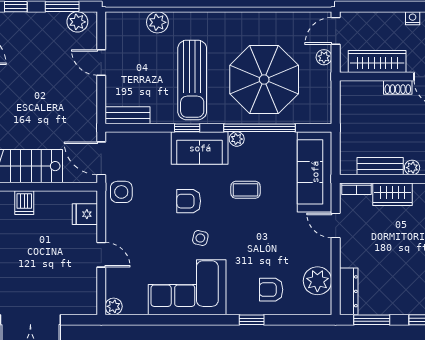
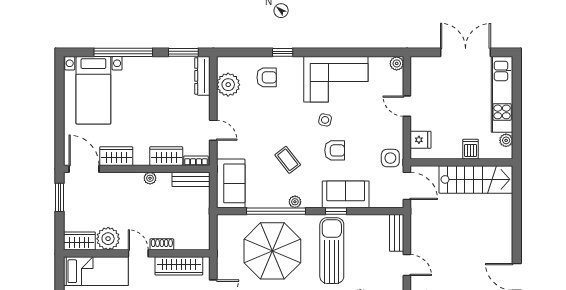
plant: (324, 57) -> (223, 269), removed
bench: (128, 115) -> (397, 233), moved, turned 90
sofa: (200, 148) -> (346, 194), moved
bench: (380, 166) -> (191, 179), moved
sofa: (315, 172) -> (231, 183), width x0.73
coffee table: (246, 190) -> (288, 160), turned 52

